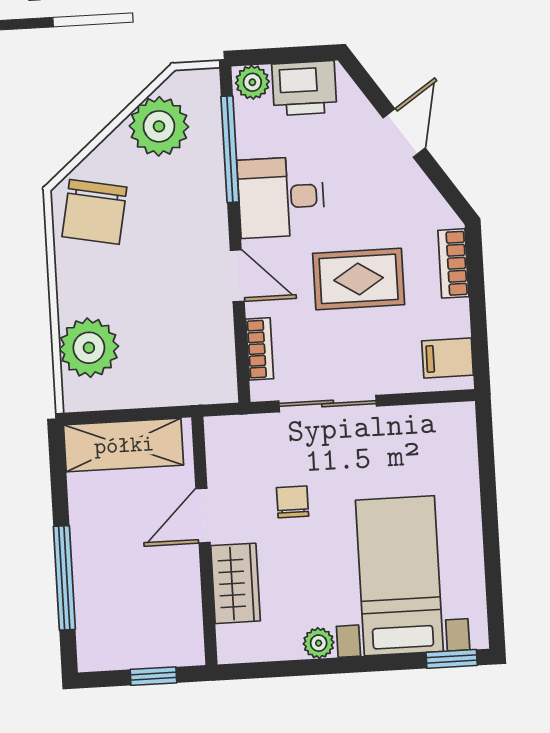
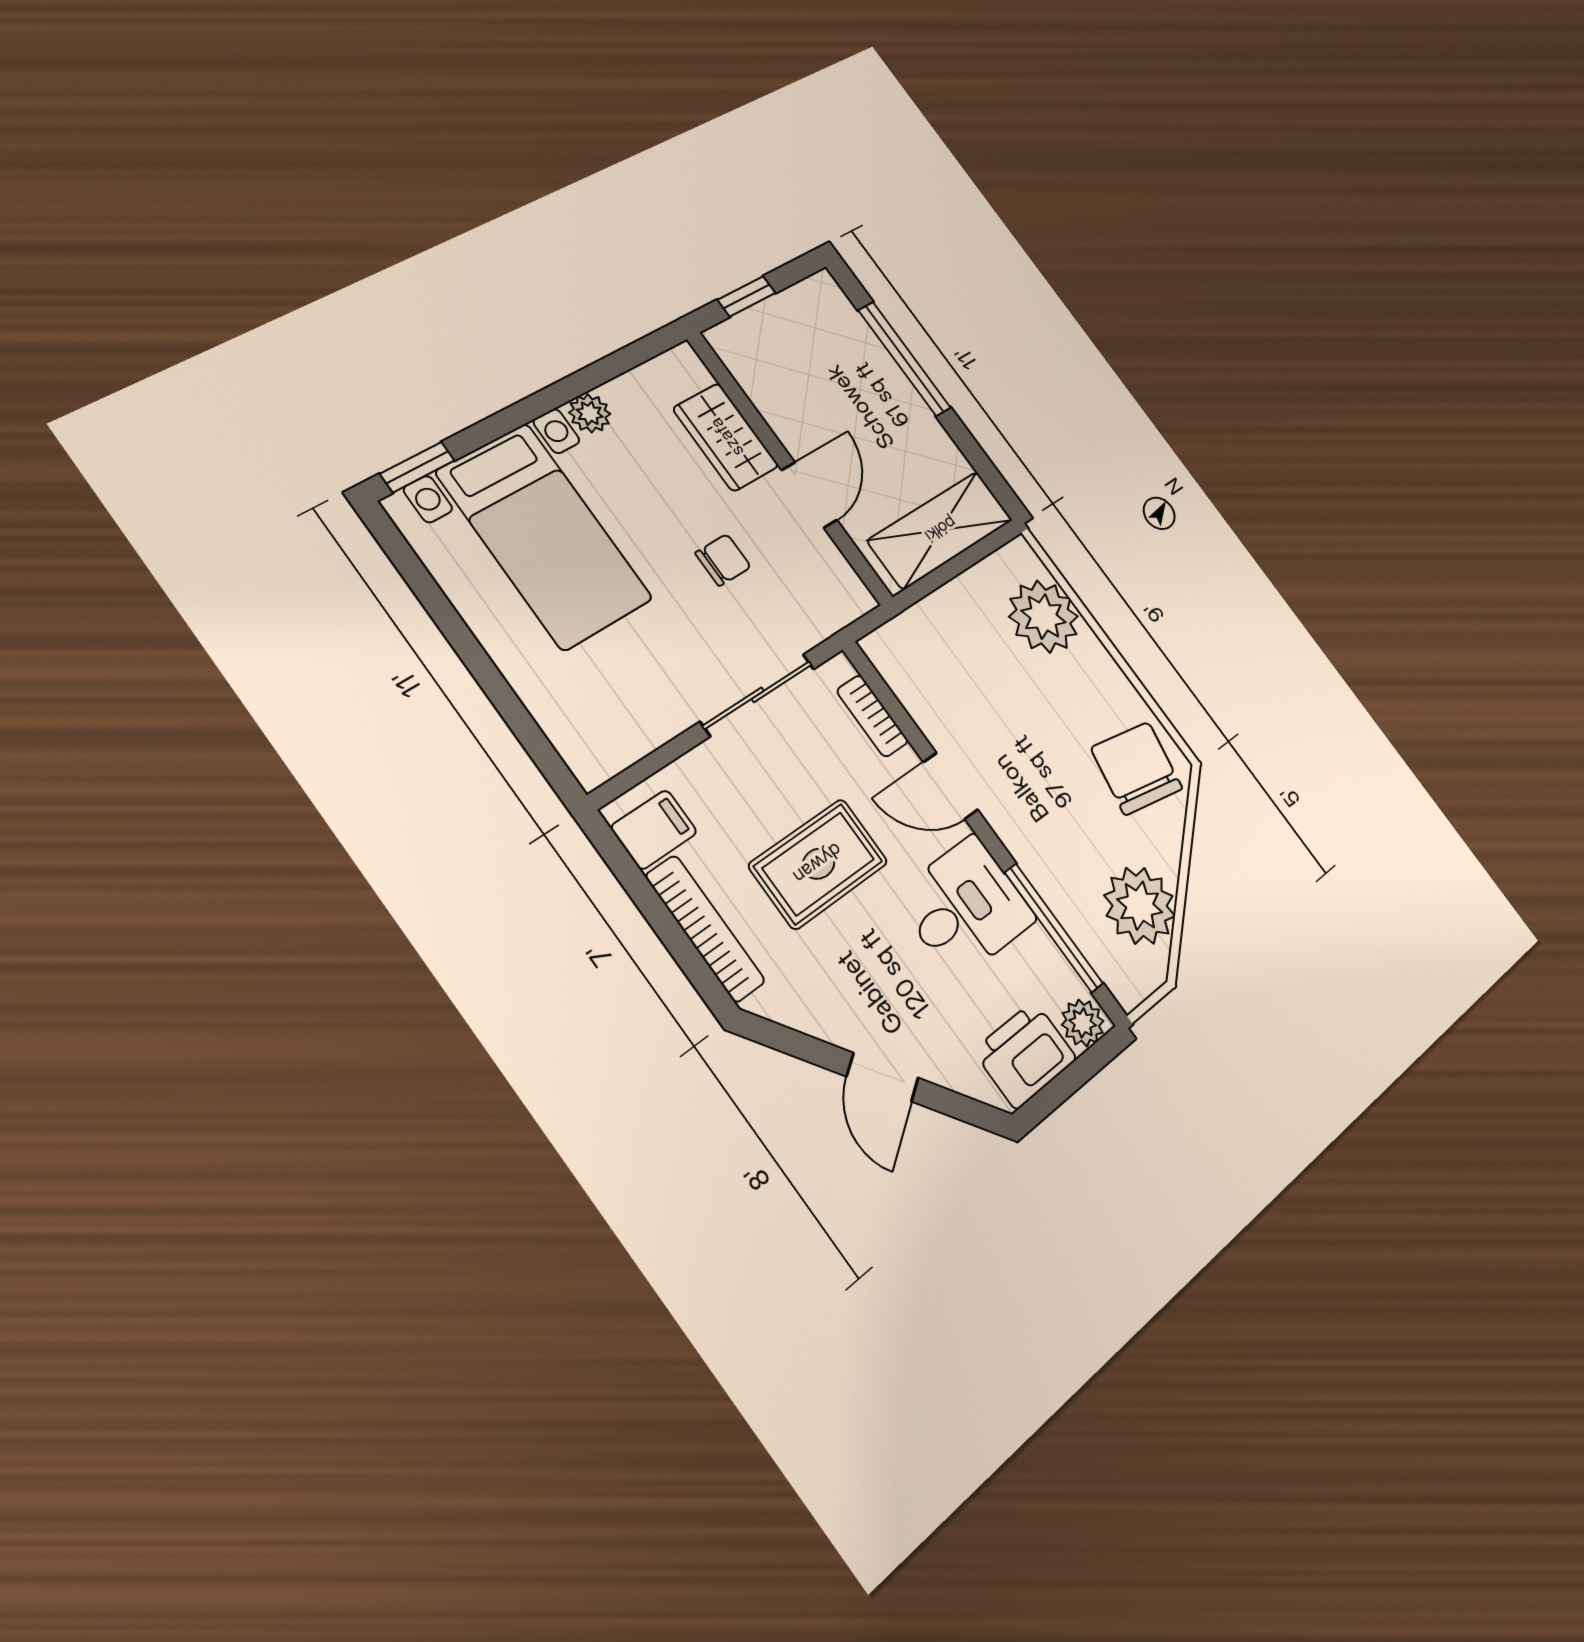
bookcase: (453, 263) -> (705, 929), width x1.56
chair: (293, 502) -> (723, 560), turned -90

